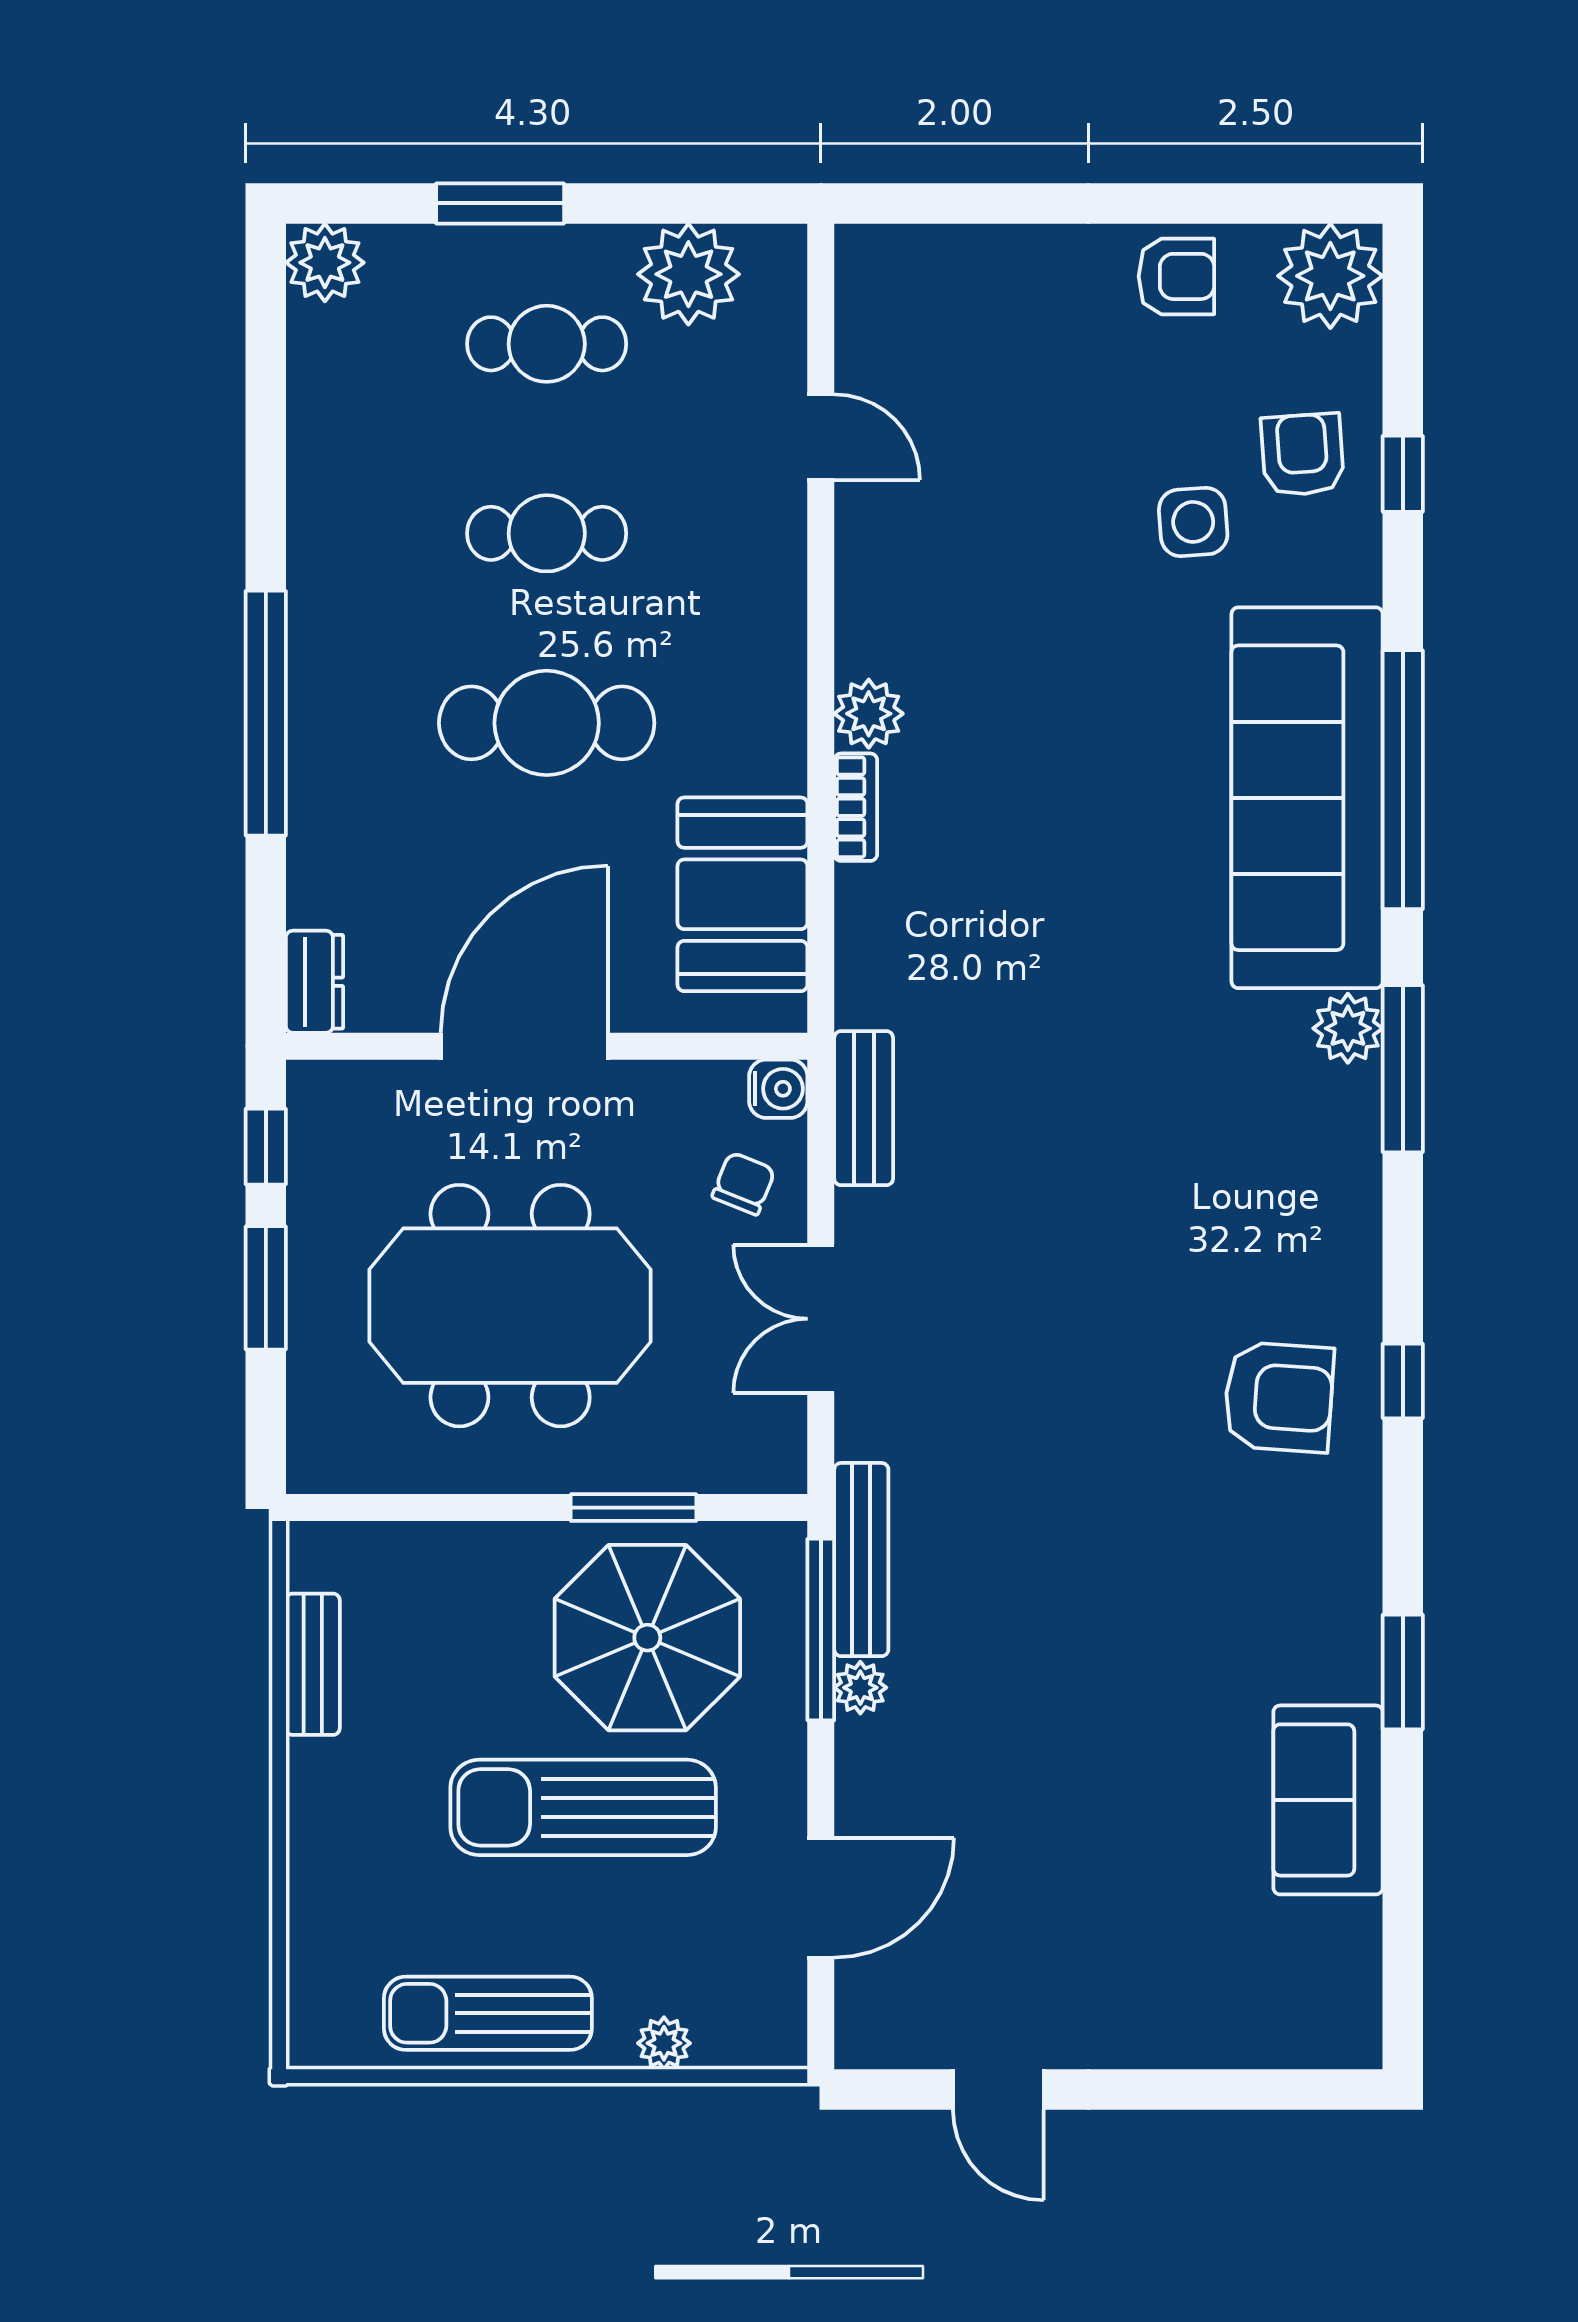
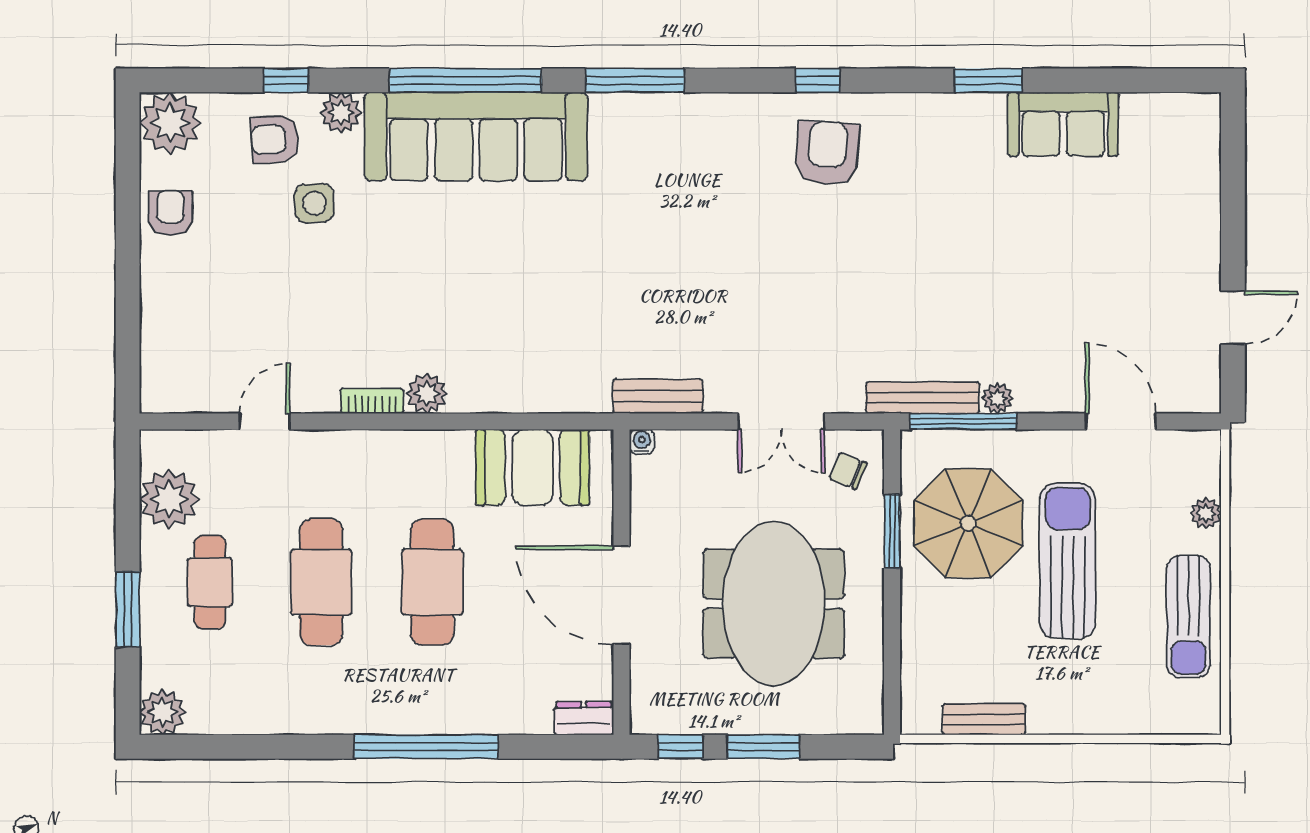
cafe table: (547, 533) -> (321, 582), width x1.37, depth x1.35
bookcase: (856, 807) -> (372, 401), moved
plant: (1348, 1028) -> (341, 113), moved
water cooler: (778, 1089) -> (642, 442), width x0.72, depth x0.72
chair: (744, 1183) -> (848, 471), moved
sun lounger: (583, 1807) -> (1068, 561), turned 180

